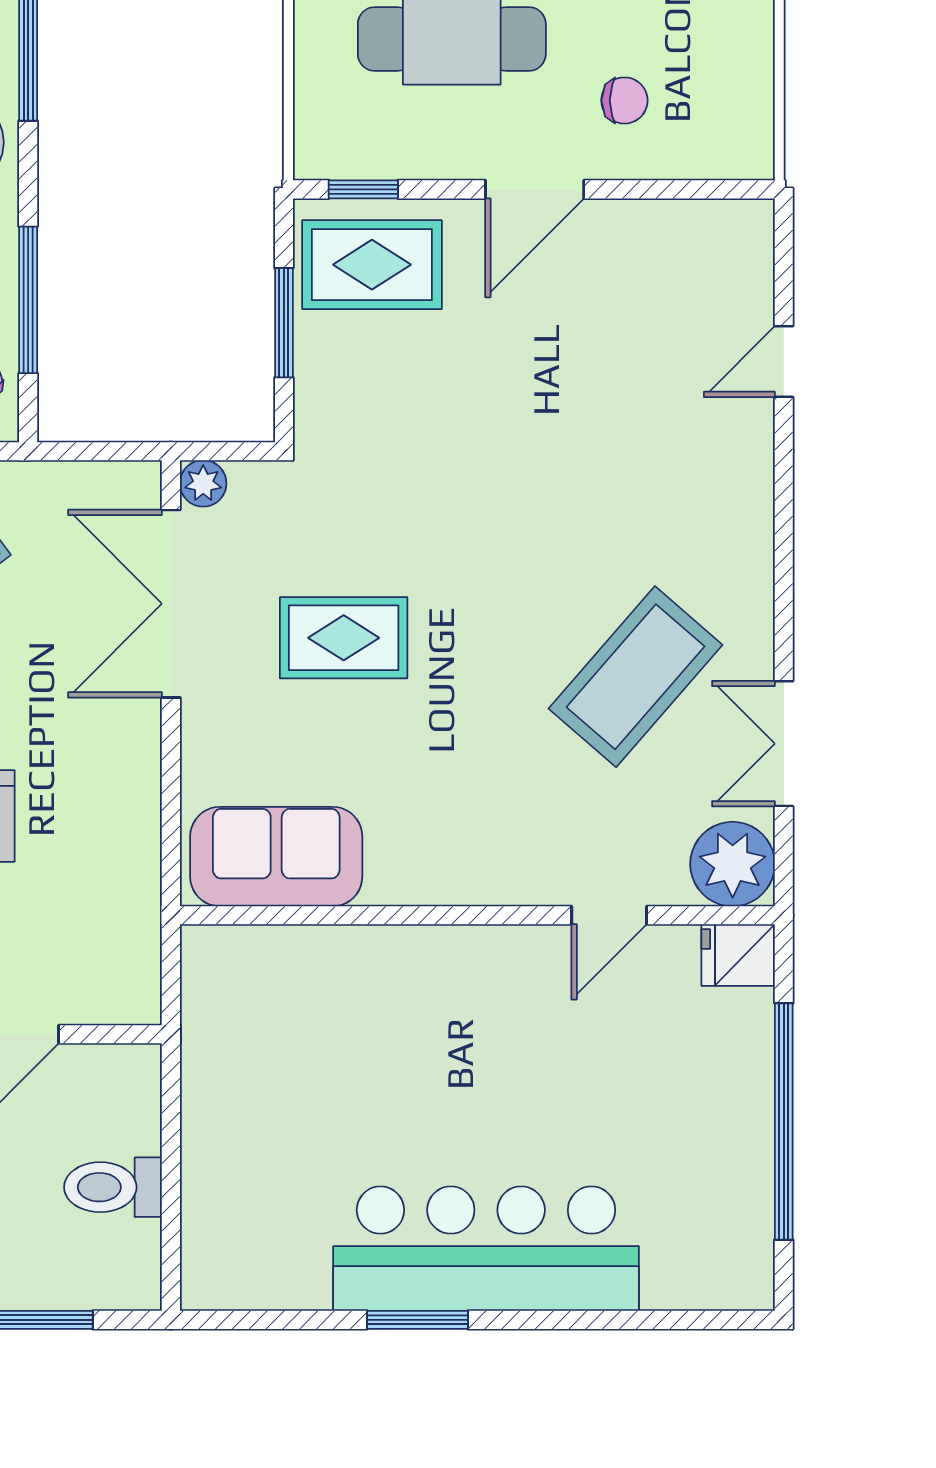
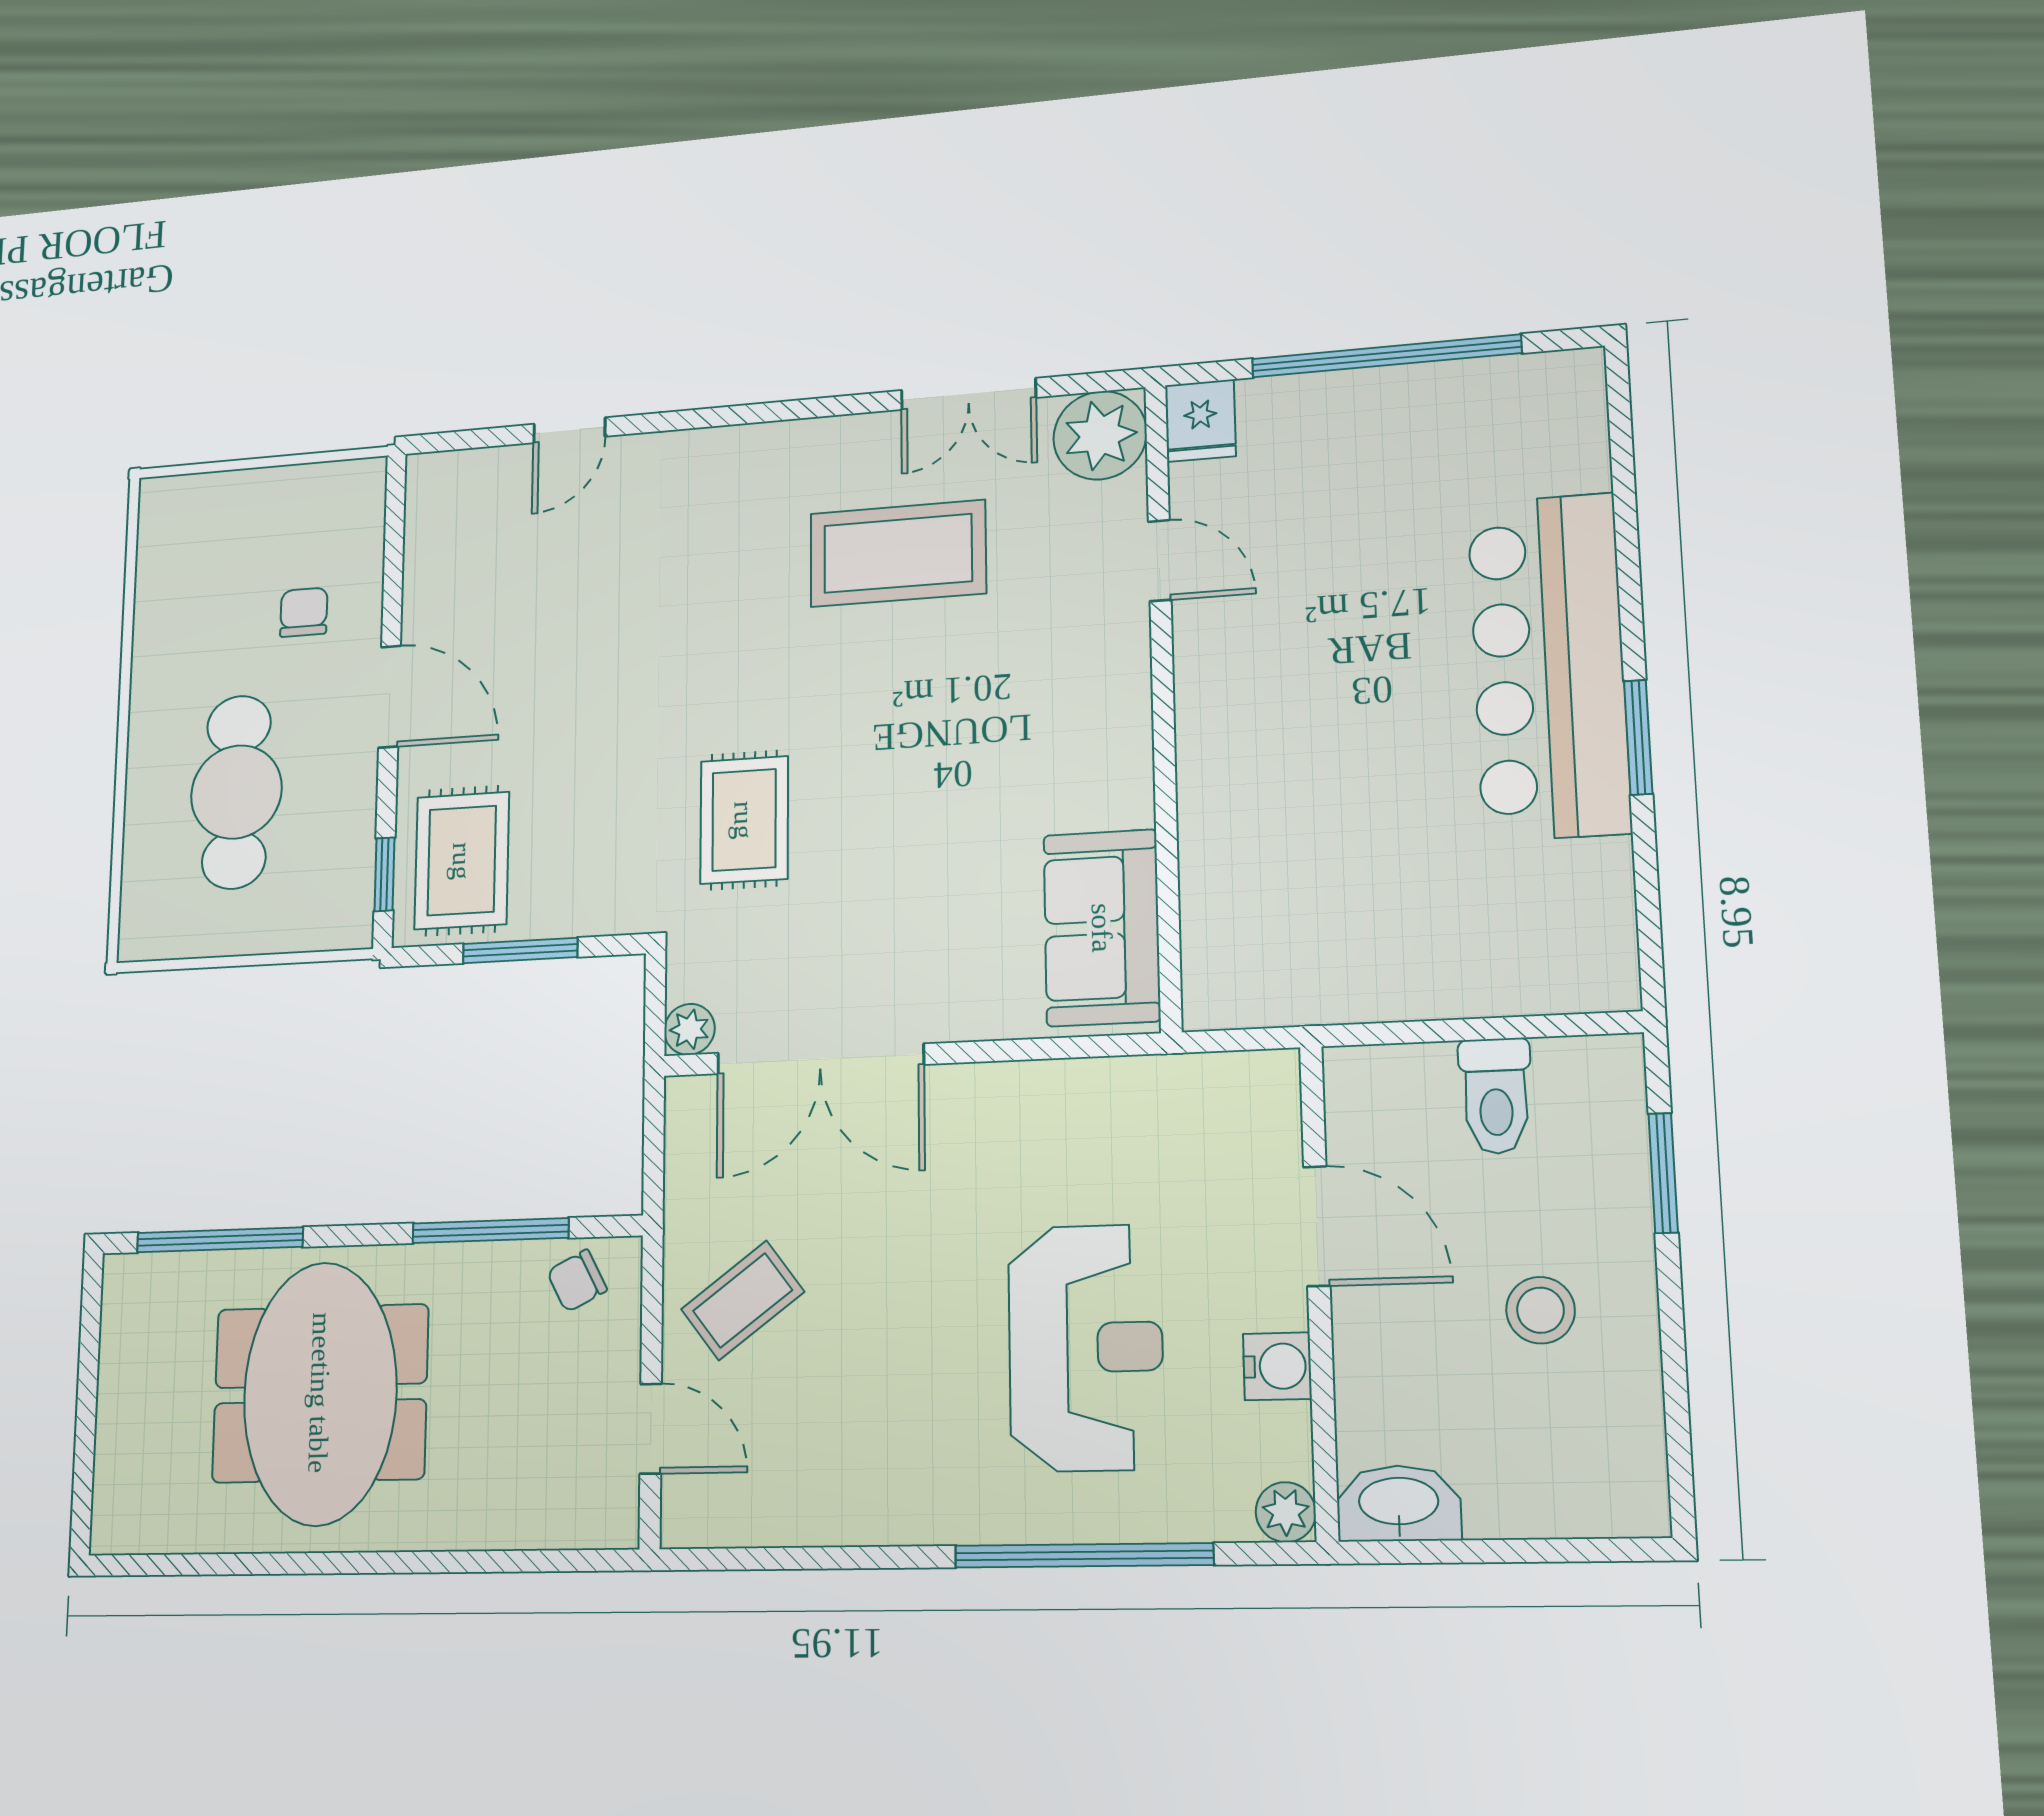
door: (784, 361) -> (569, 430), hinge flipped
rug: (344, 638) -> (744, 820), moved
coffee table: (636, 677) -> (898, 553), turned -41

